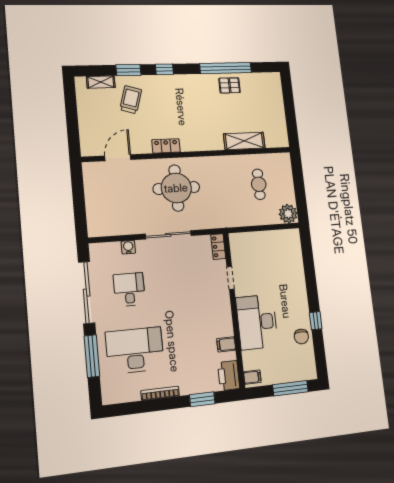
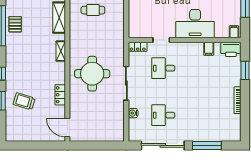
shelving: (101, 82) -> (61, 51), moved
locker: (166, 146) -> (60, 95), moved
door: (118, 158) -> (67, 128), moved
desk: (135, 350) -> (163, 68), moved, width x0.53, depth x0.77

